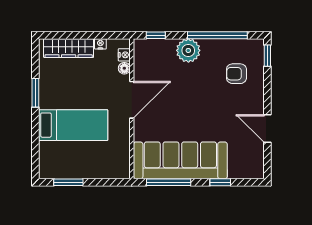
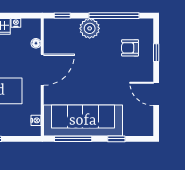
nightstand: (124, 55) -> (36, 120), moved
window: (267, 56) -> (156, 53), moved

